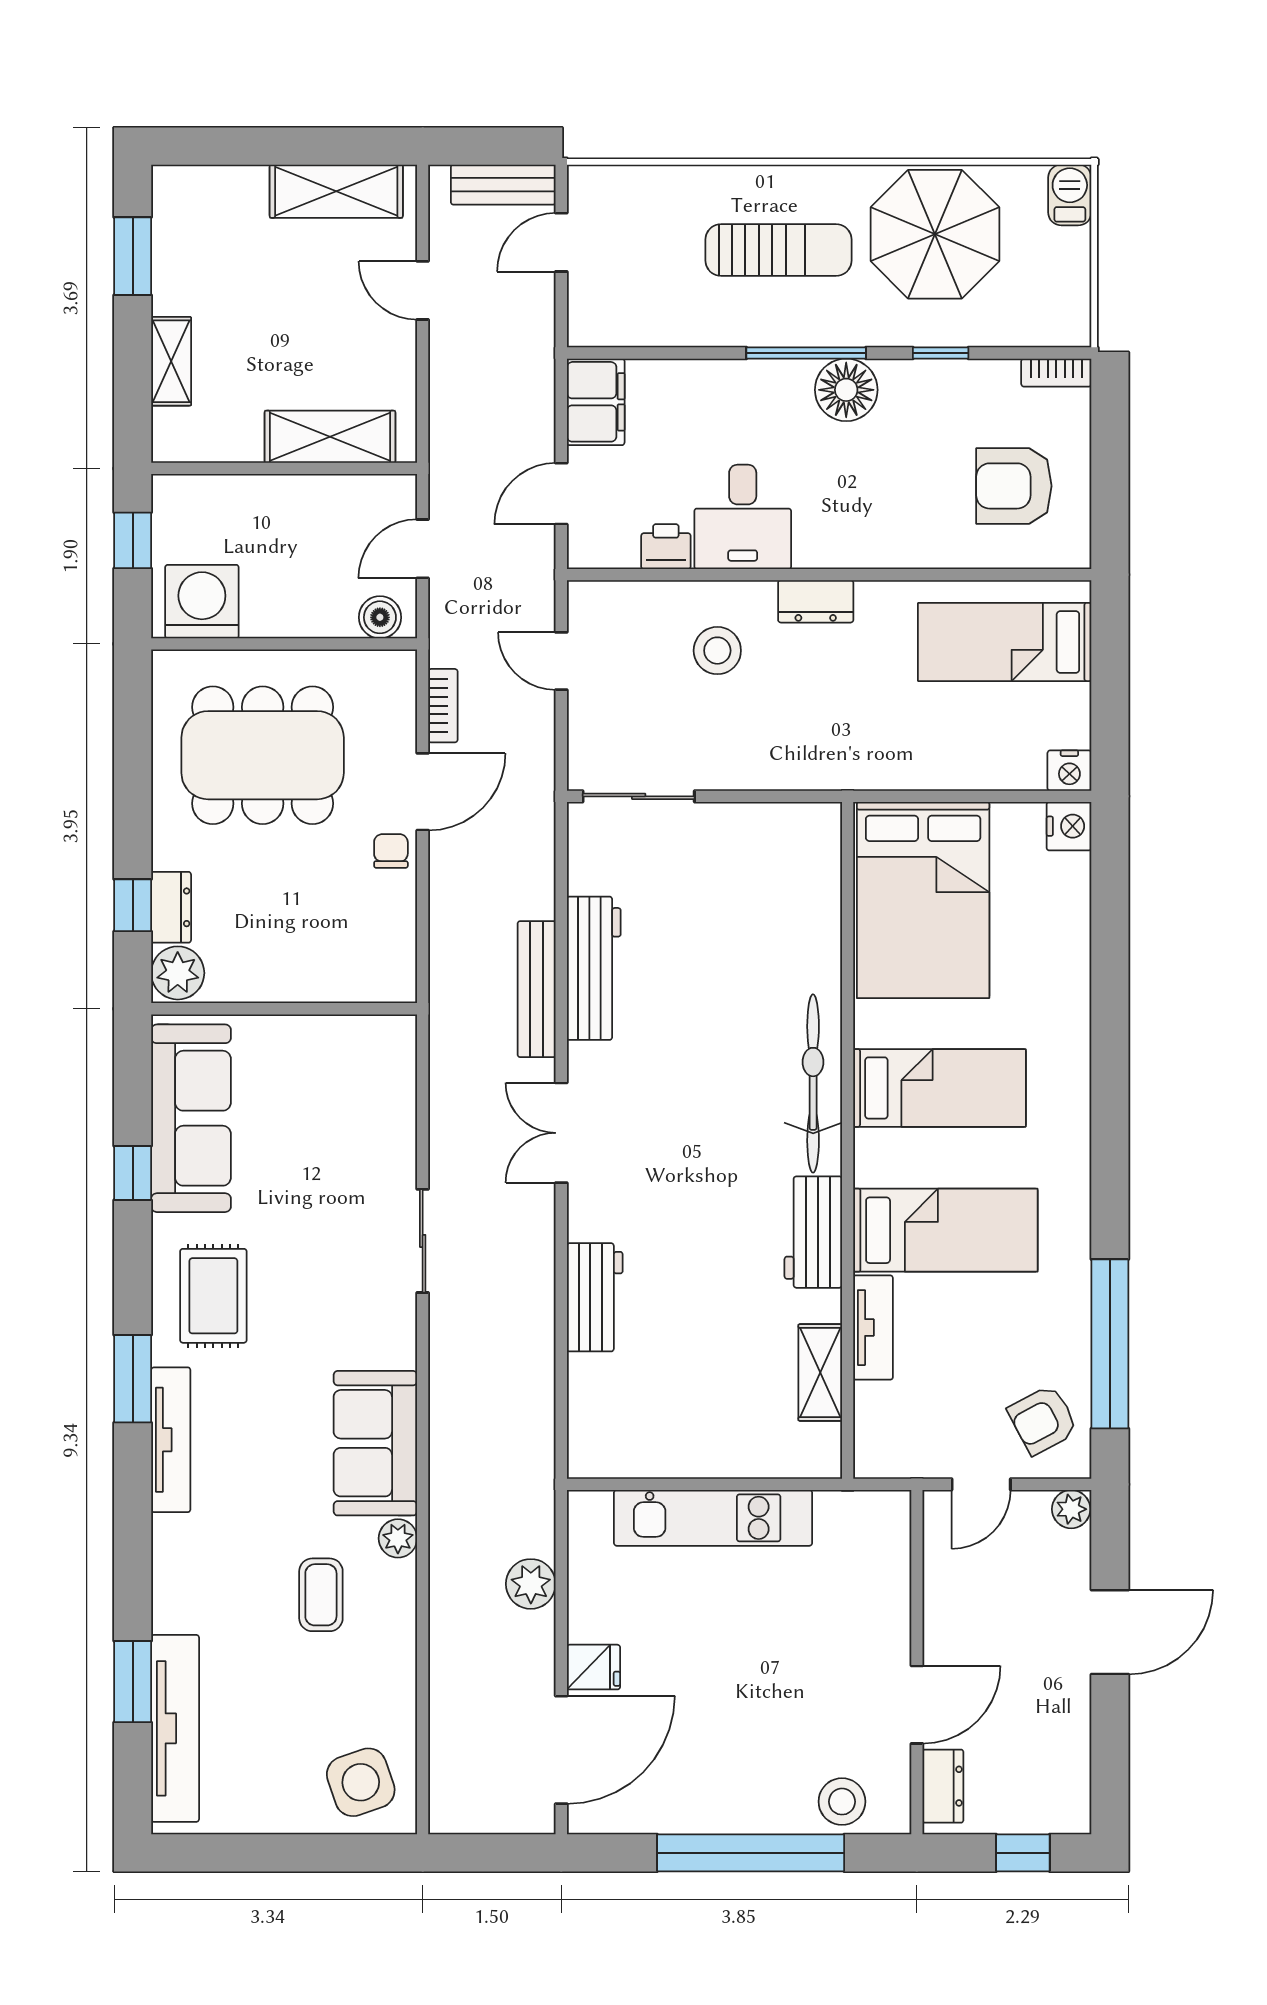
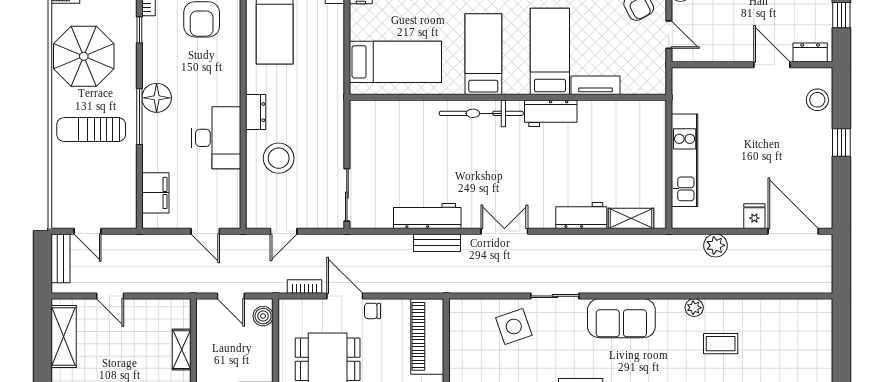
sun lounger: (779, 250) -> (91, 129), turned -90
door: (423, 290) -> (110, 296), hinge flipped
window: (941, 353) -> (139, 30), moved
filing cabinet: (596, 402) -> (155, 193), moved, turned 90
shelving: (330, 437) -> (182, 350), width x0.67, depth x0.75
desk: (743, 517) -> (216, 138), width x1.37
printer: (666, 547) -> (230, 182), removed
stool: (717, 651) -> (279, 158), width x1.38, depth x1.38
bed: (923, 900) -> (395, 62), width x0.67
piano: (336, 968) -> (427, 336), added
bench: (537, 989) -> (437, 243), width x0.73
double door: (561, 1133) -> (504, 231), swing flipped
shelving: (820, 1373) -> (631, 218), moved
sofa: (375, 1443) -> (621, 318), moved
side table: (361, 1782) -> (514, 327), moved
window: (751, 1853) -> (841, 143), width x0.32

